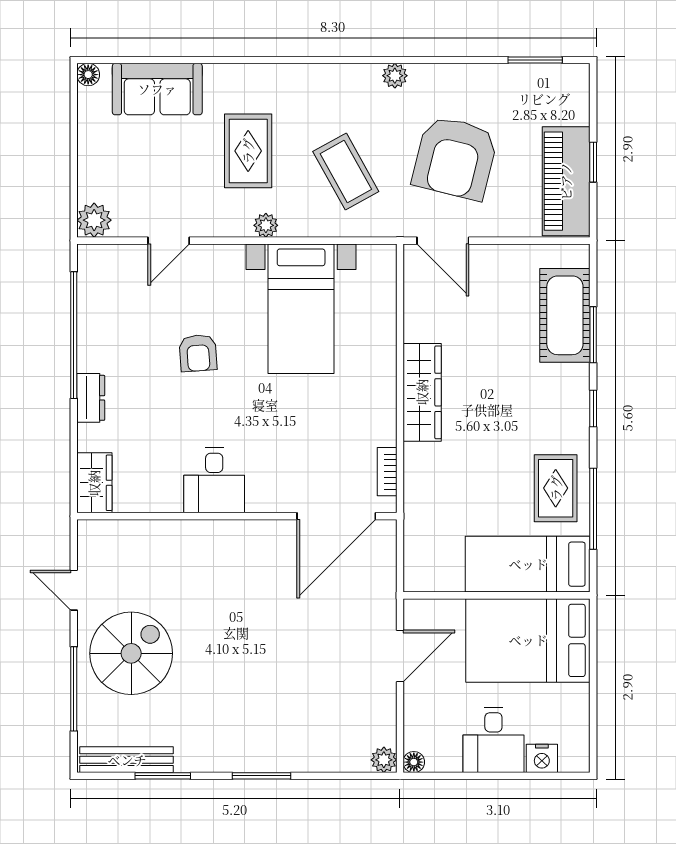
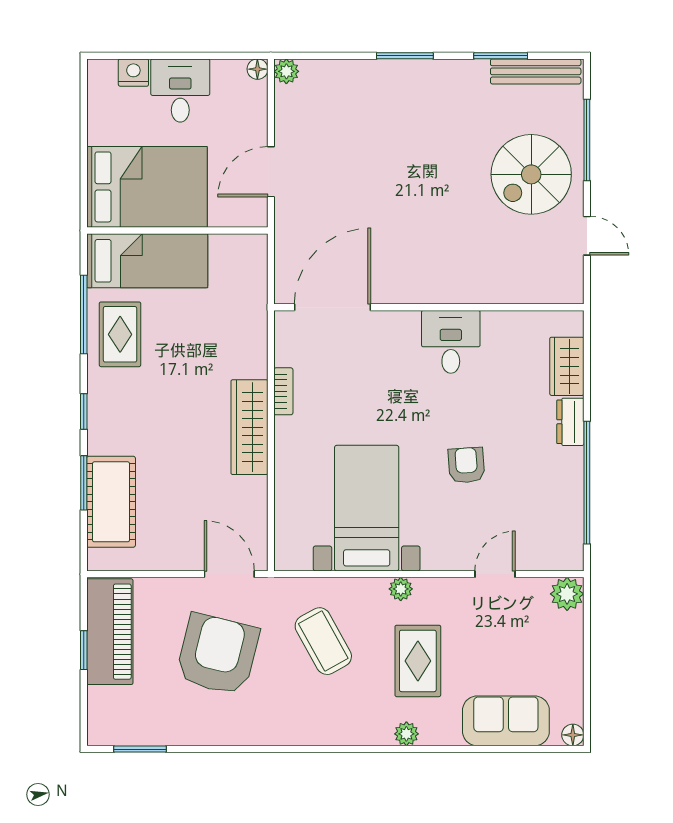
plant: (395, 76) -> (406, 734), moved
bookcase: (387, 472) -> (283, 391), moved
wardrobe: (94, 483) -> (567, 366), moved

